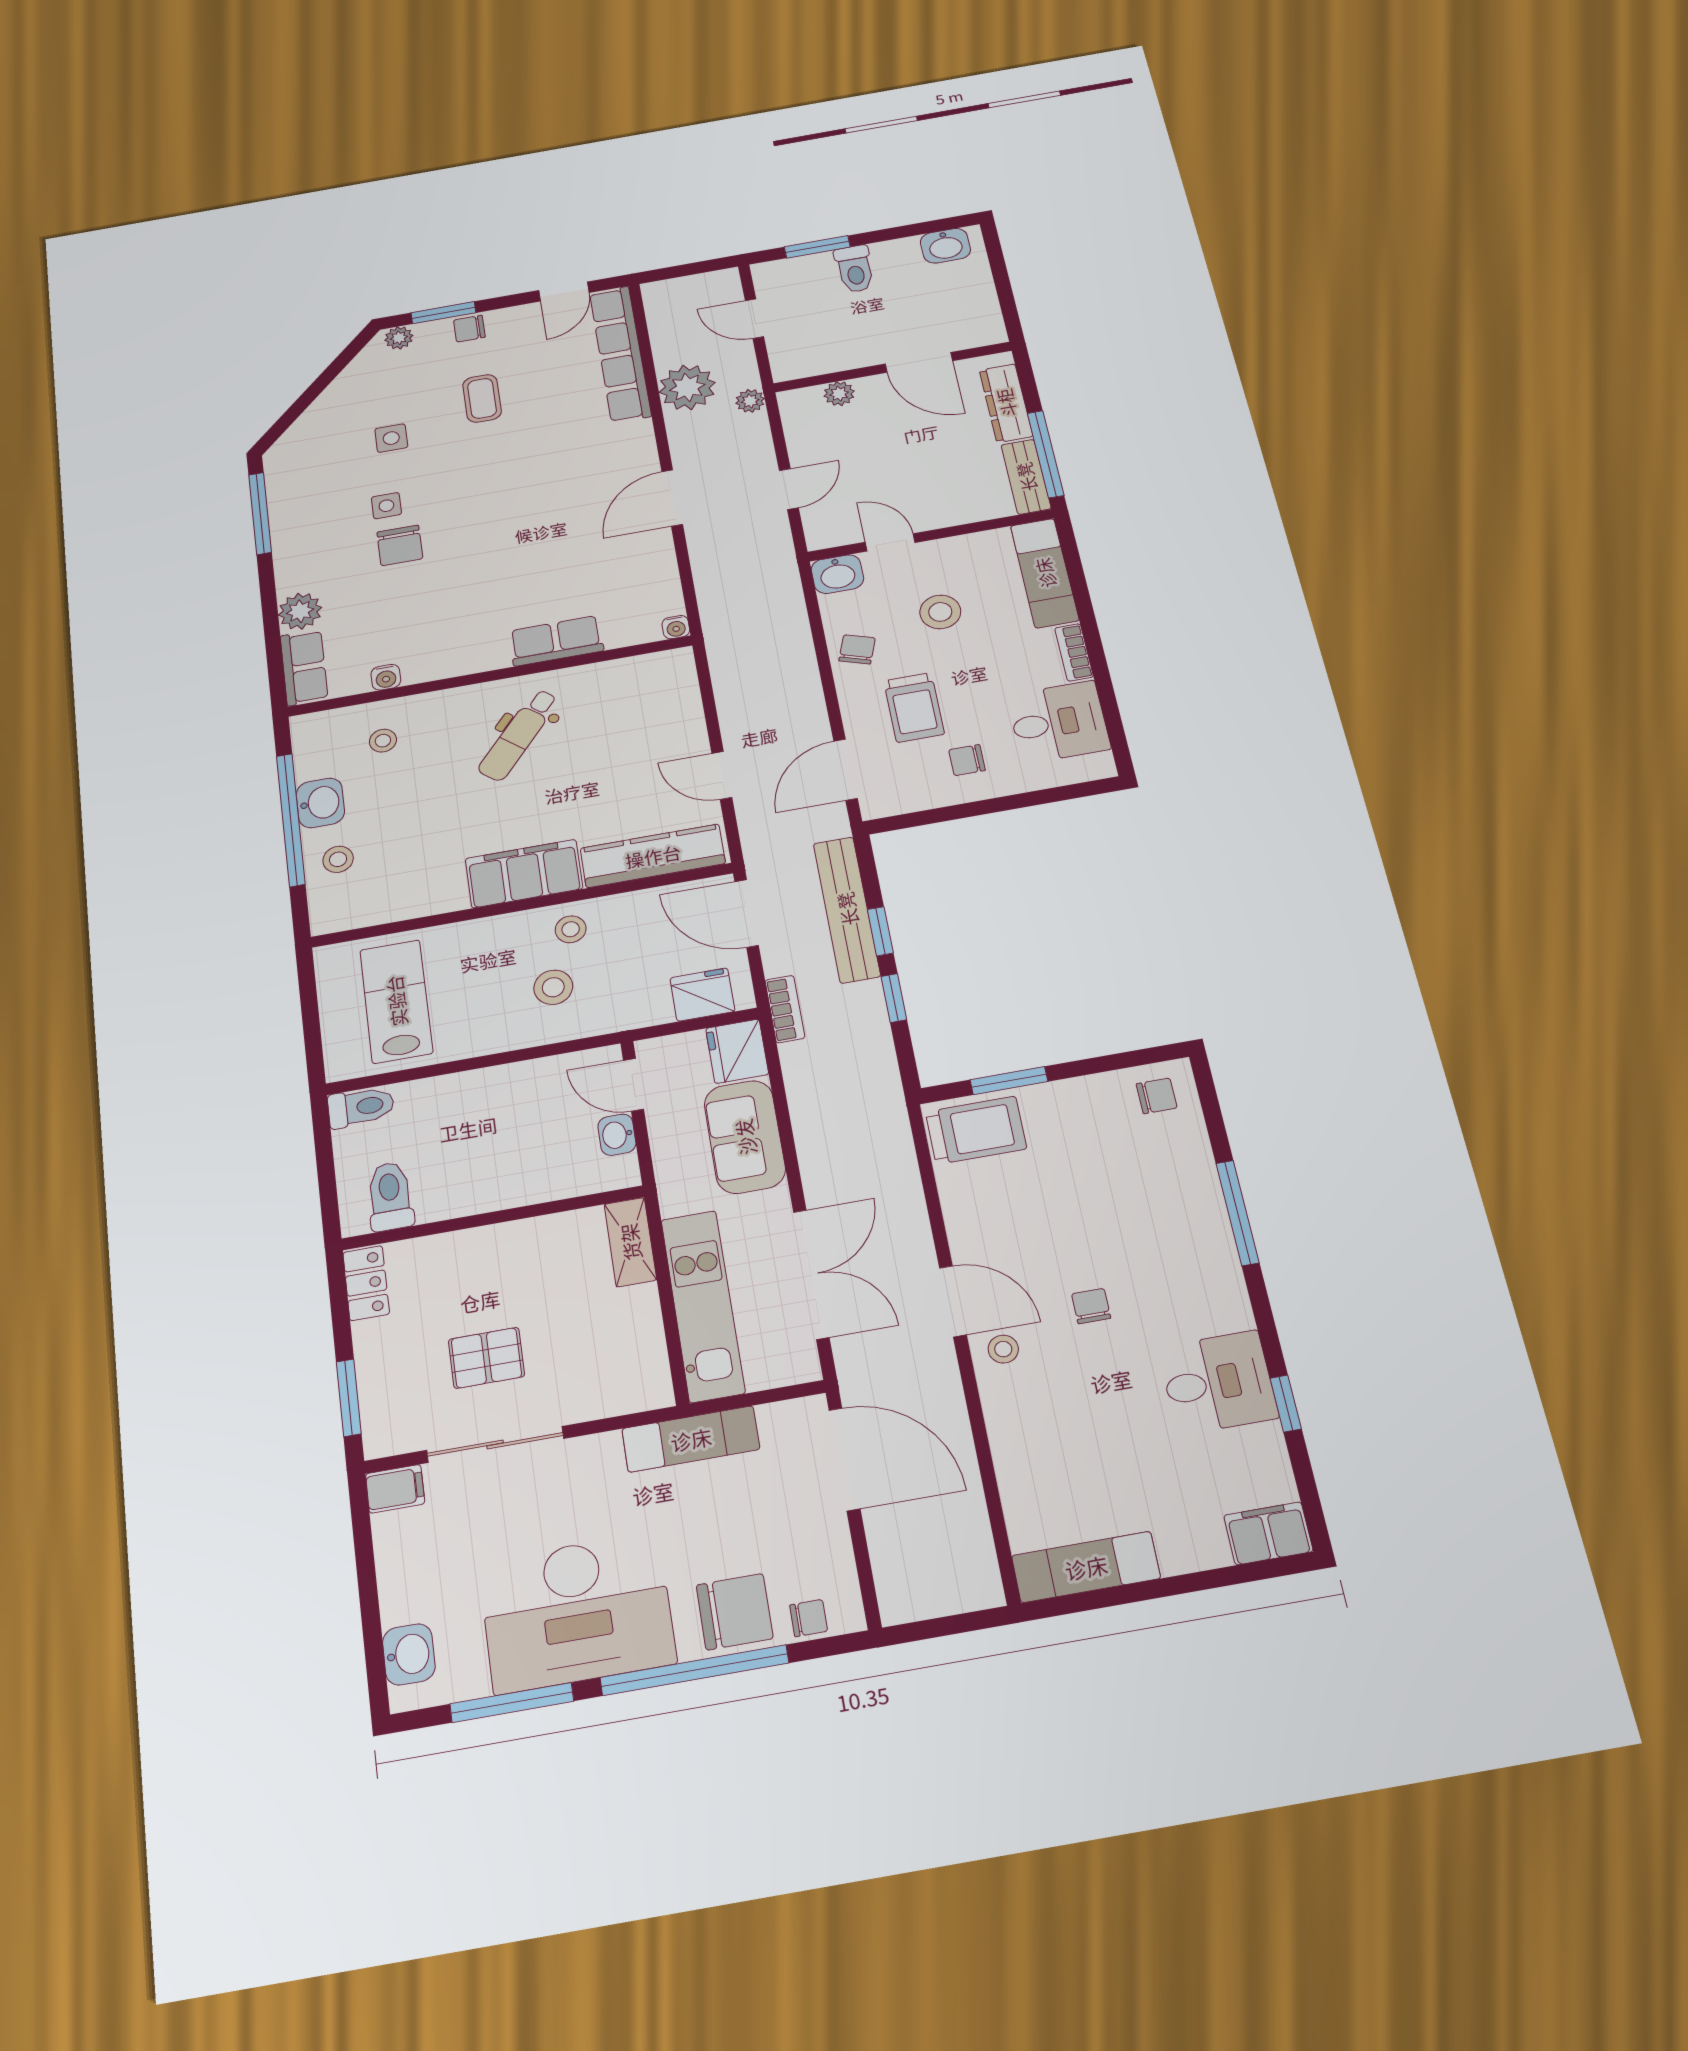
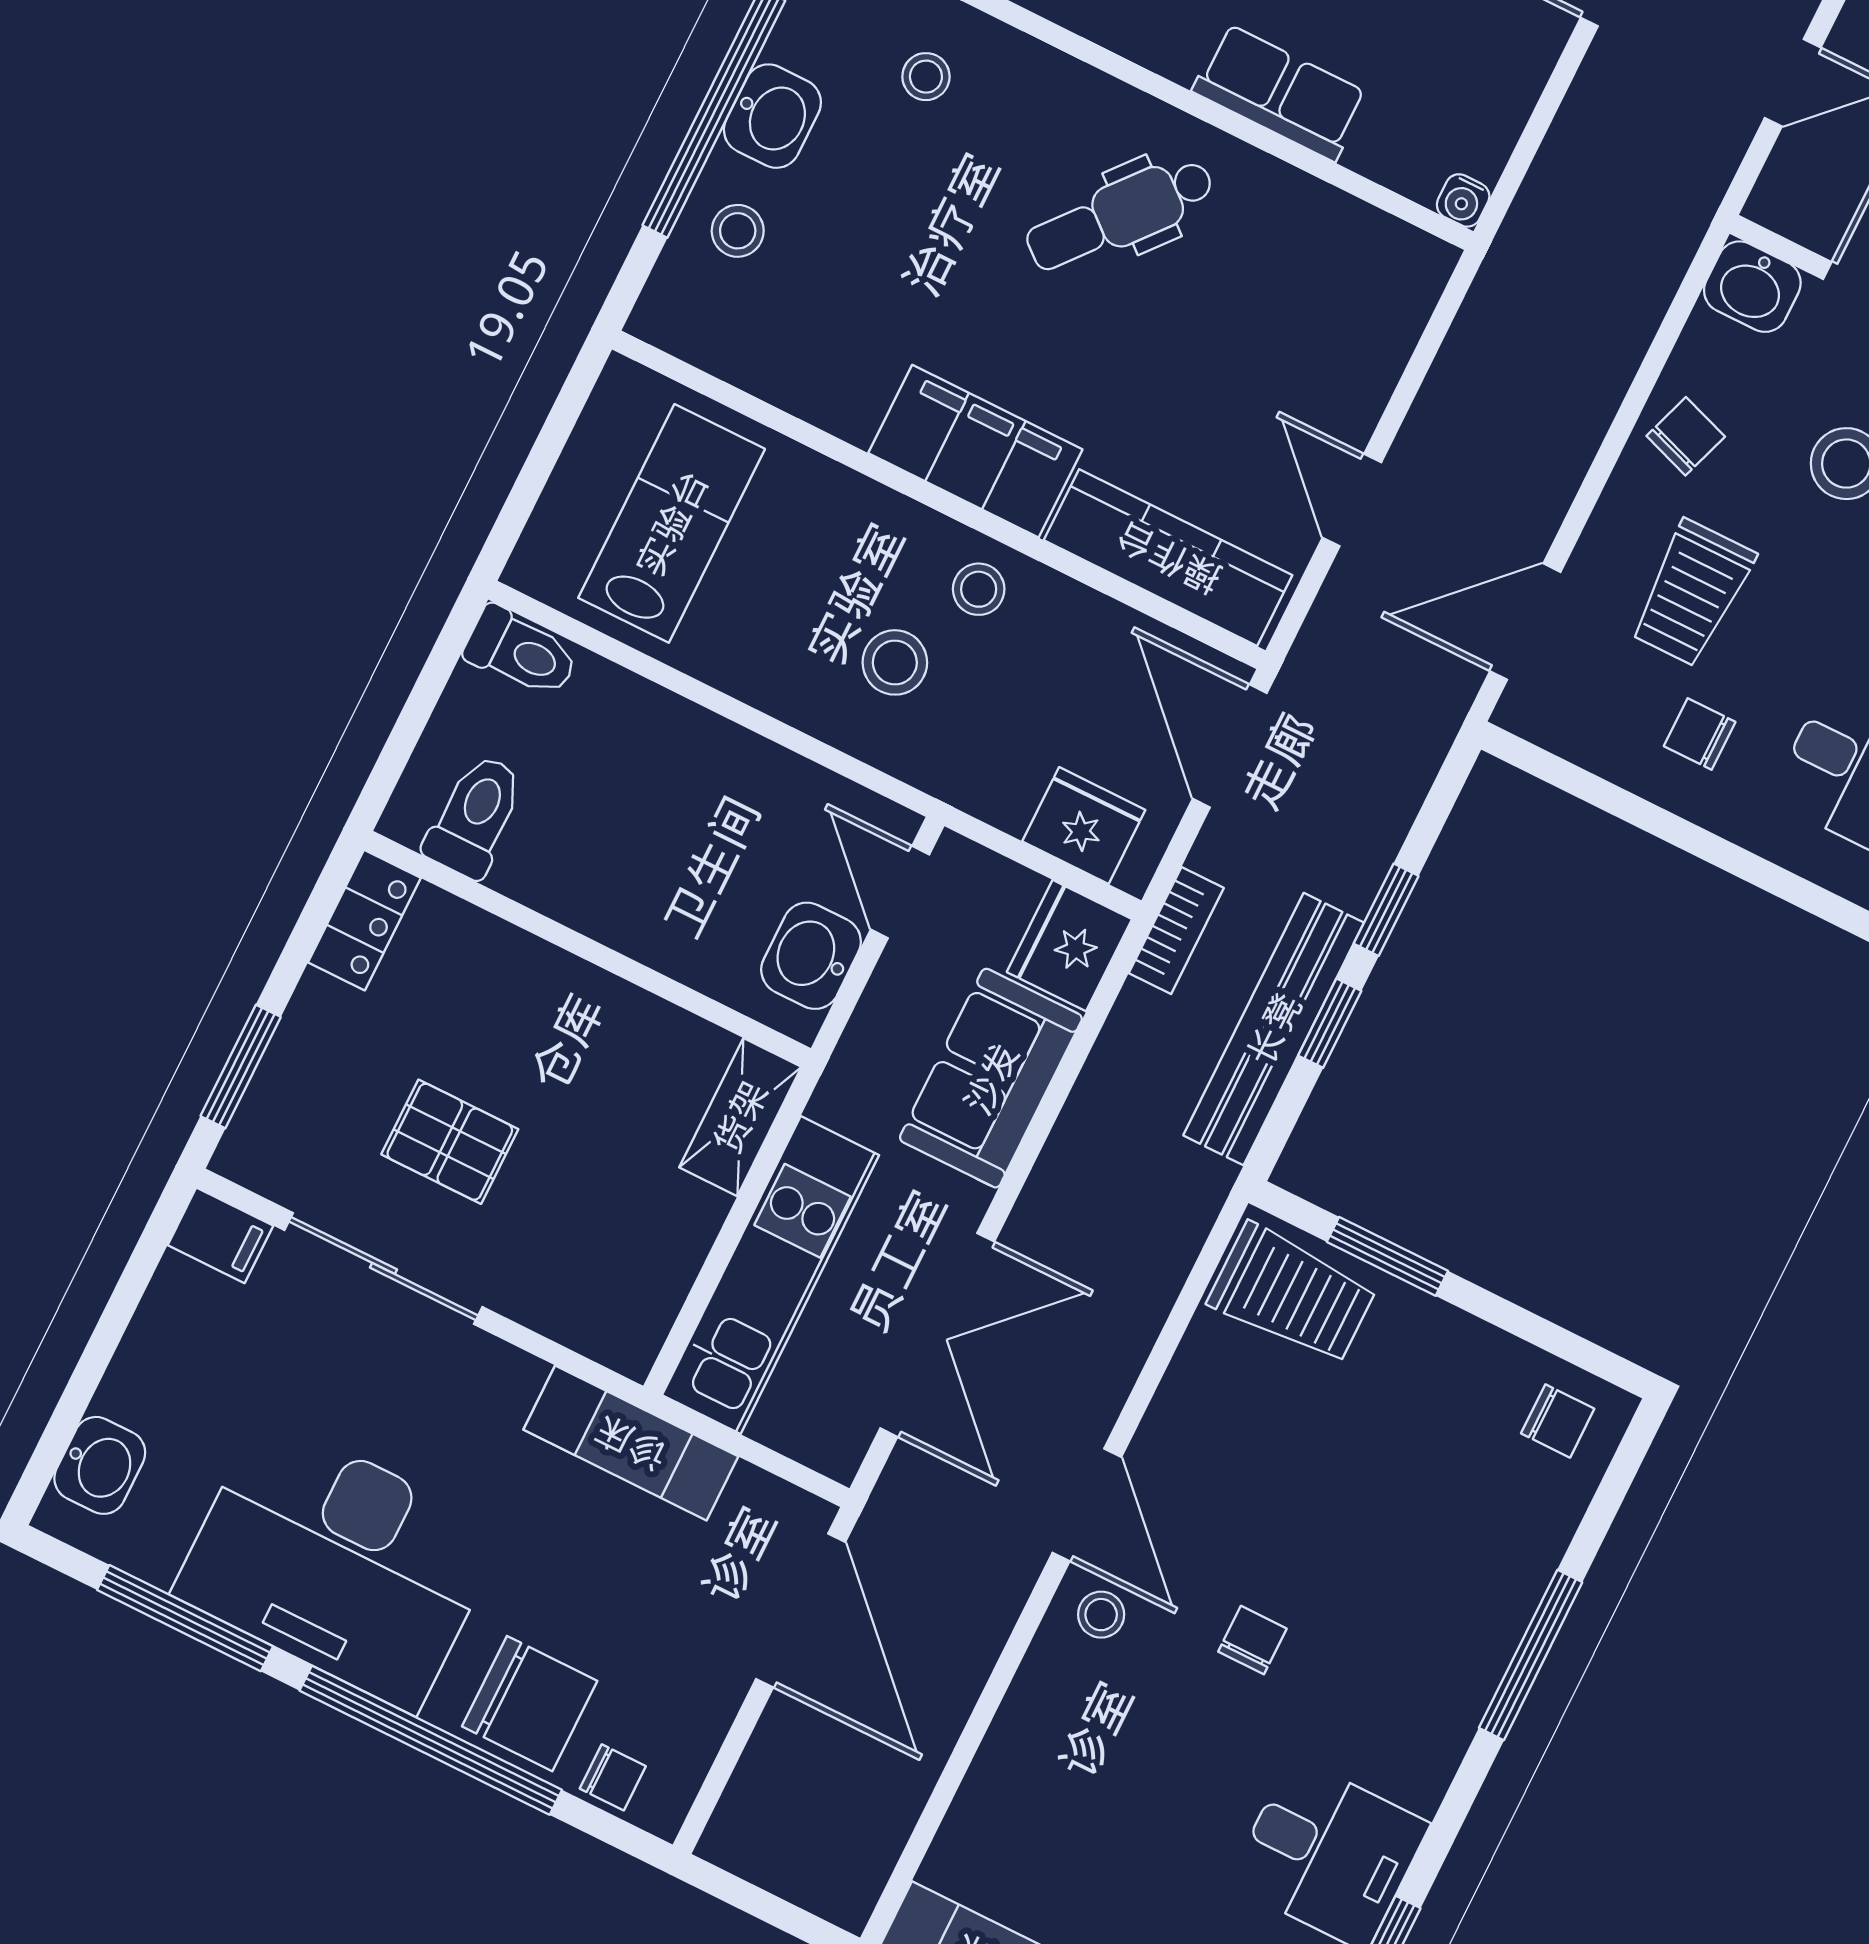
bench: (847, 909) -> (1274, 1029), moved
washbasin: (617, 1135) -> (811, 956), width x1.38, depth x1.45

